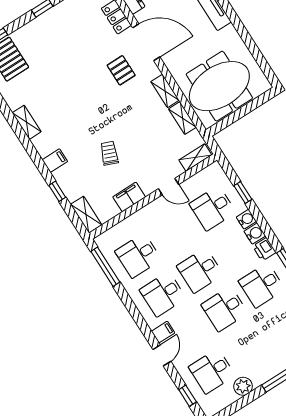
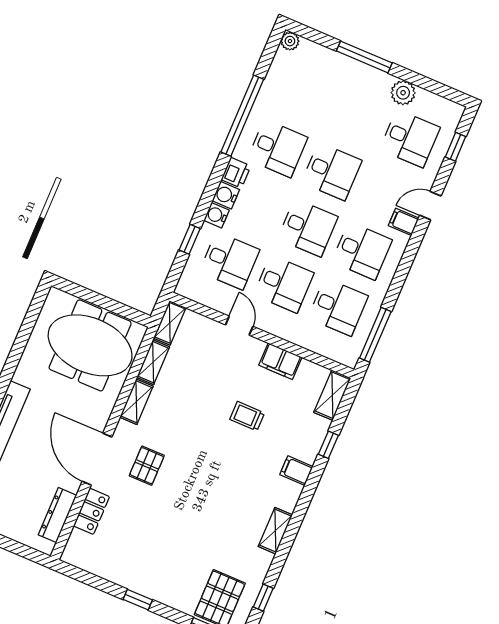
trolley: (109, 153) -> (247, 416), turned 68
shelving: (195, 158) -> (170, 323), moved, turned 90
desk: (175, 232) -> (284, 284), added

